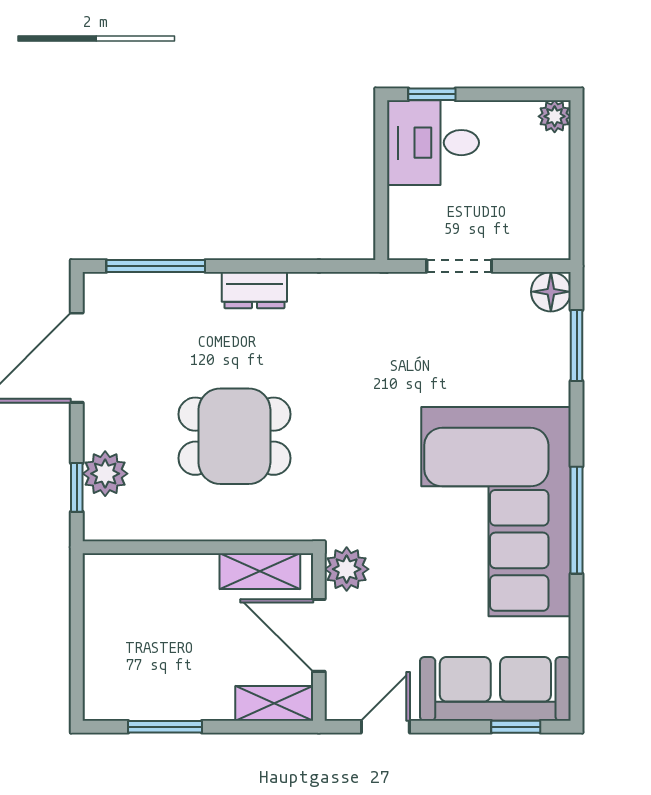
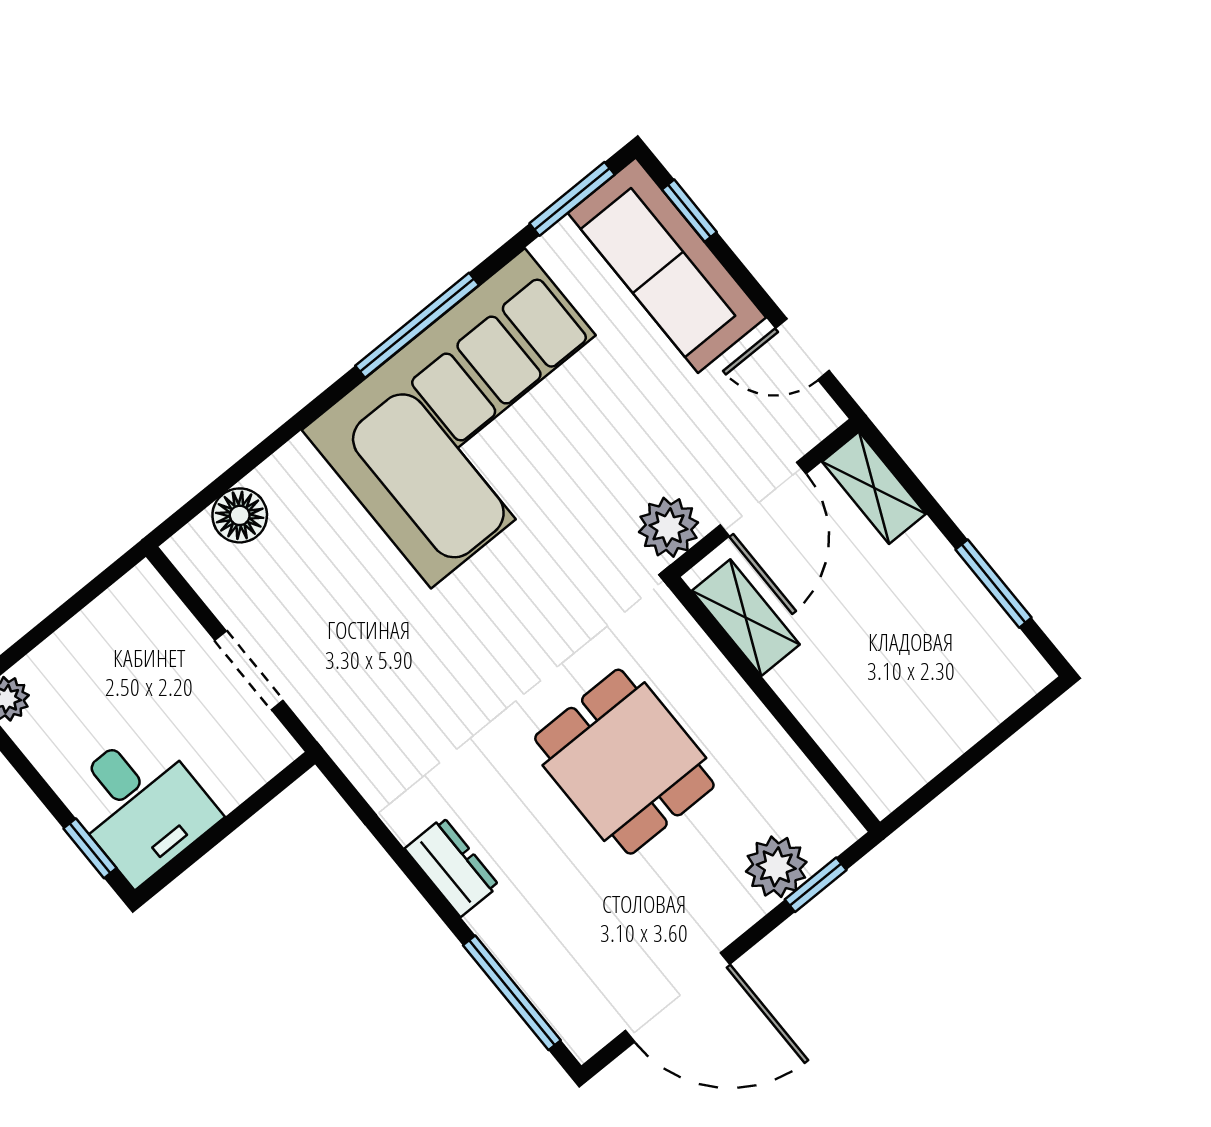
floor lamp: (551, 292) -> (240, 515), moved
window: (577, 346) -> (572, 199), moved

